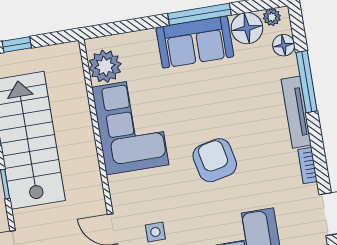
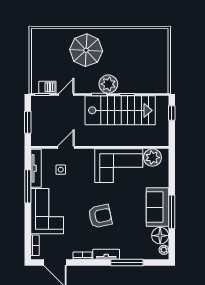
floor lamp: (284, 45) -> (148, 254), removed
tv unit: (296, 112) -> (106, 254), width x0.71
armchair: (215, 160) -> (100, 216), moved

